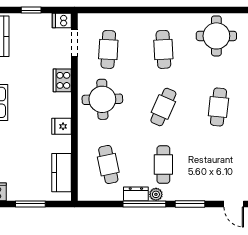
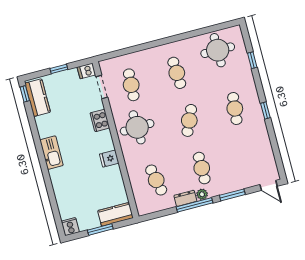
kitchen counter: (62, 173) -> (115, 214), moved, turned 90

